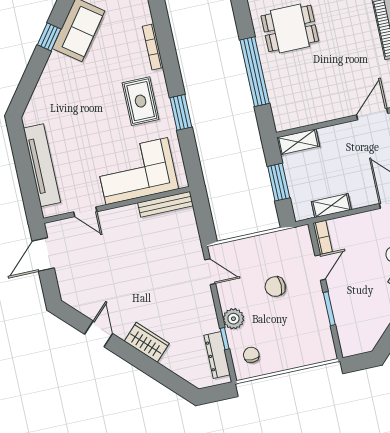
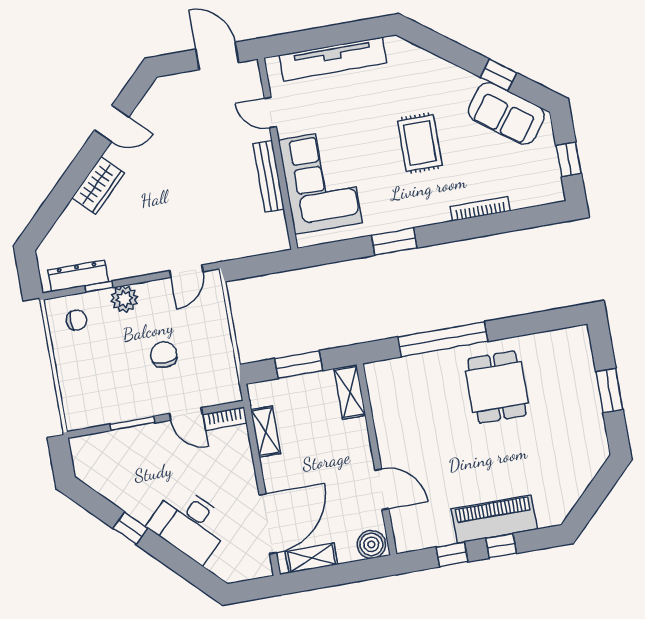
rug: (141, 101) -> (420, 143), moved, turned 90
bench: (166, 204) -> (269, 176), moved
door: (85, 212) -> (270, 113), hinge flipped

